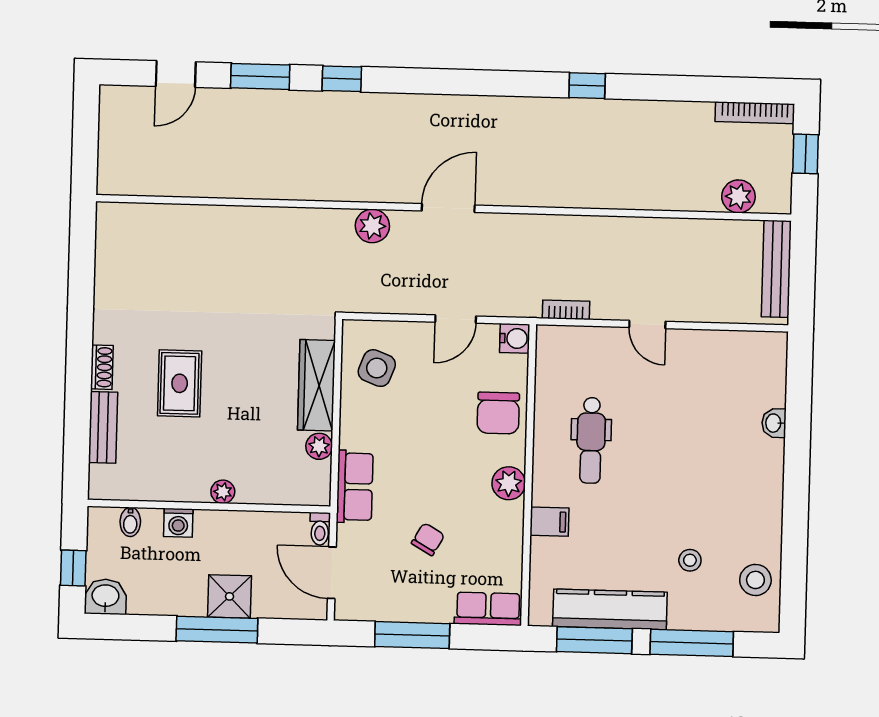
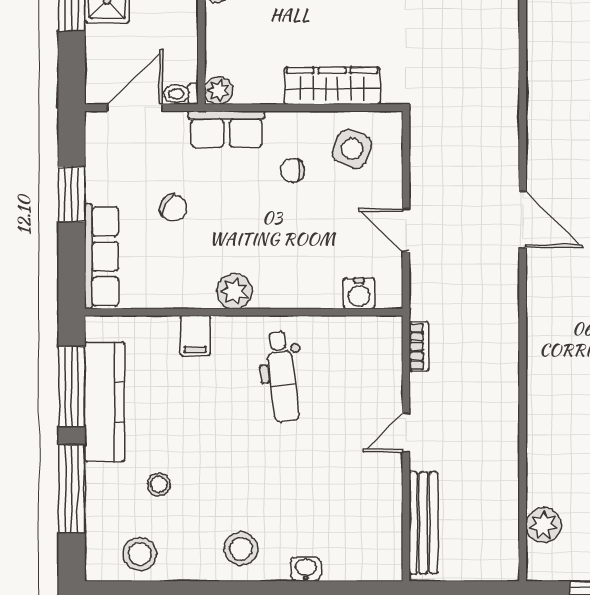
plant: (372, 226) -> (502, 140), removed
bench: (776, 269) -> (423, 523), moved, turned 90
water cooler: (515, 338) -> (359, 293), moved
chair: (498, 413) -> (292, 170), moved, width x0.54, depth x0.54
dental chair: (591, 440) -> (282, 377), turned -97
plant: (319, 446) -> (219, 90), moved
stool: (753, 484) -> (241, 549), added
row of seats: (488, 609) -> (102, 256), width x1.48
window: (412, 635) -> (72, 194), width x0.69

